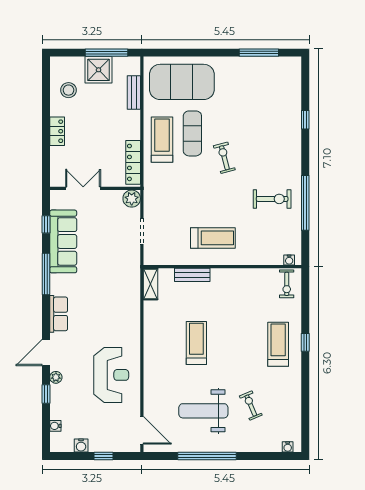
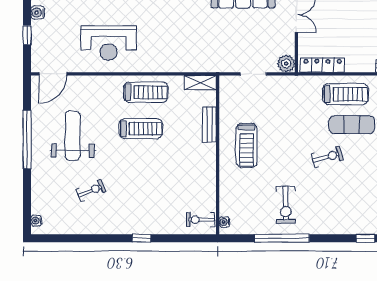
treadmill: (278, 344) -> (146, 92), moved
exercise bike: (251, 405) -> (91, 191), moved

